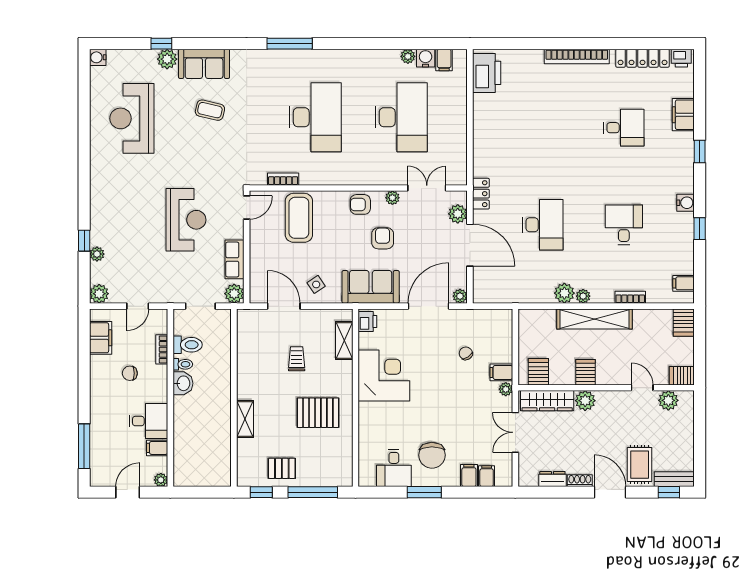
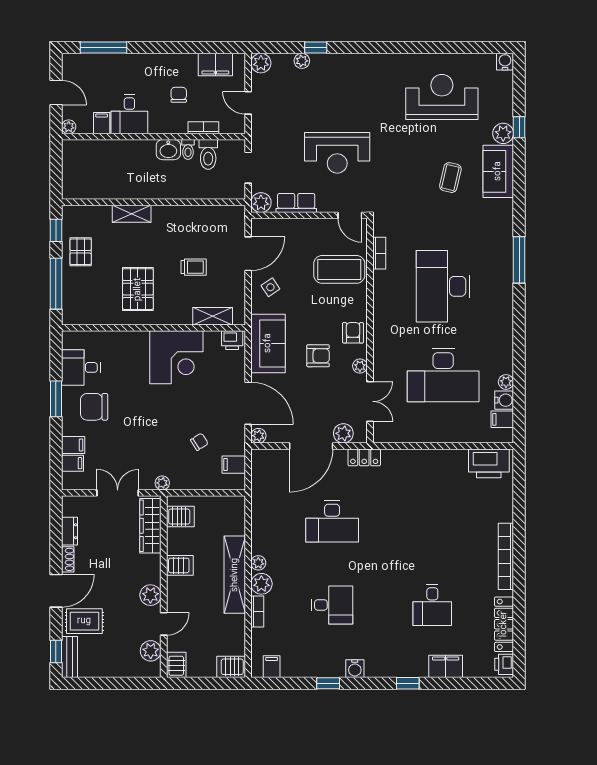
desk: (315, 117) -> (443, 286), turned 90
plant: (564, 293) -> (261, 584), moved
filing cabinet: (501, 372) -> (234, 465), moved, turned -90
plant: (585, 401) -> (150, 595), moved

